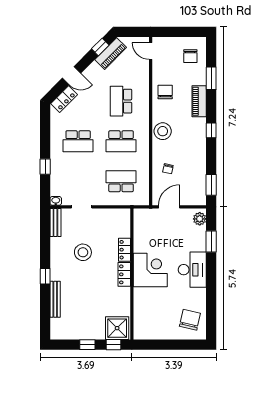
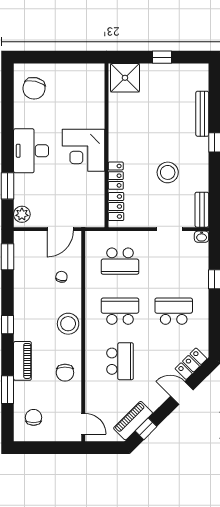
locker: (124, 274) -> (116, 206), moved
window: (113, 345) -> (130, 57), removed

